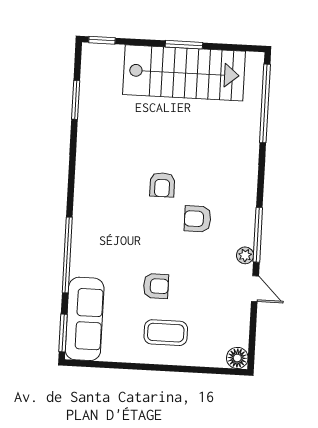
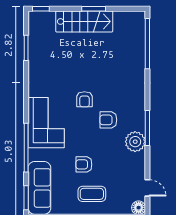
stairs: (184, 73) -> (84, 21), width x0.73, depth x0.66
corner sofa: (101, 218) -> (46, 123), added
plant: (245, 255) -> (135, 142), width x1.87, depth x1.87
armchair: (156, 286) -> (84, 164), turned 180
door: (255, 289) -> (147, 188), moved

